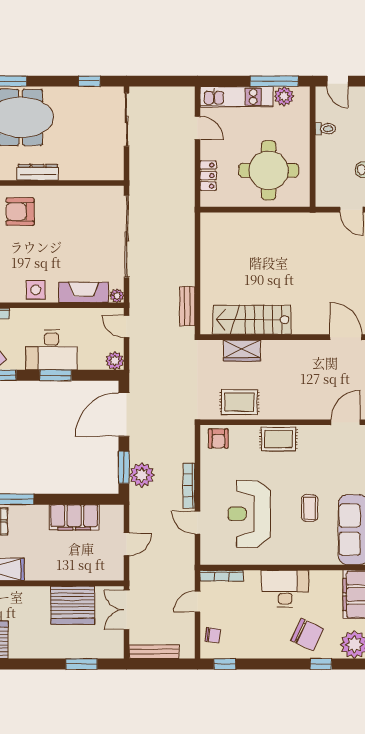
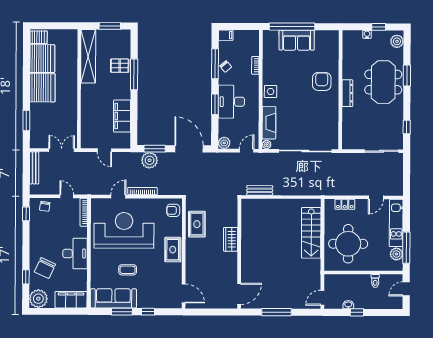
stairs: (252, 320) -> (311, 233), moved, turned 180
wardrobe: (242, 350) -> (231, 239), moved
reception desk: (249, 514) -> (124, 230), width x1.36, depth x1.30
server rack: (73, 605) -> (42, 88), moved, turned 180

